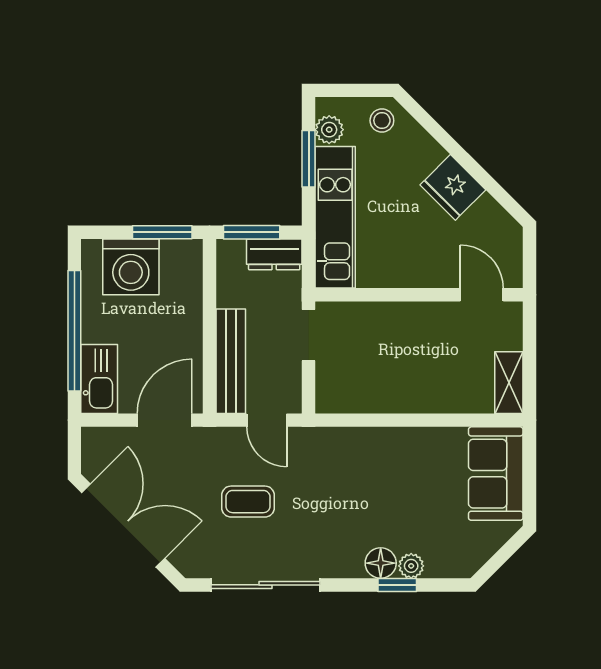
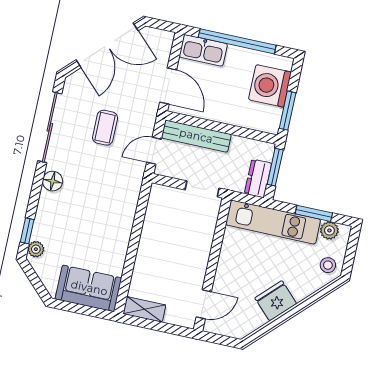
floor lamp: (381, 563) -> (53, 181), moved
plant: (411, 566) -> (36, 249), moved
window: (397, 585) -> (27, 231), moved

